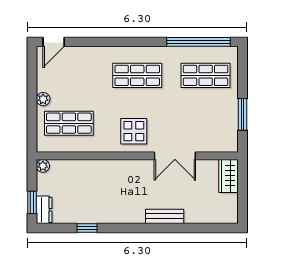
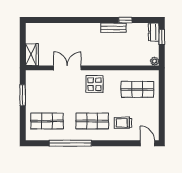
door: (54, 42) -> (147, 143), hinge flipped
window: (199, 42) -> (70, 143), moved
trolley: (91, 73) -> (123, 123), added
plant: (43, 99) -> (154, 105), removed
bench: (165, 216) -> (113, 28), moved

